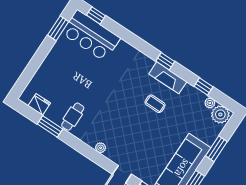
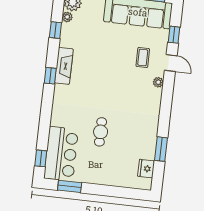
coffee table: (155, 104) -> (143, 58), moved
cafe table: (73, 117) -> (101, 132), moved, turned 90
plant: (101, 148) -> (158, 82), moved

